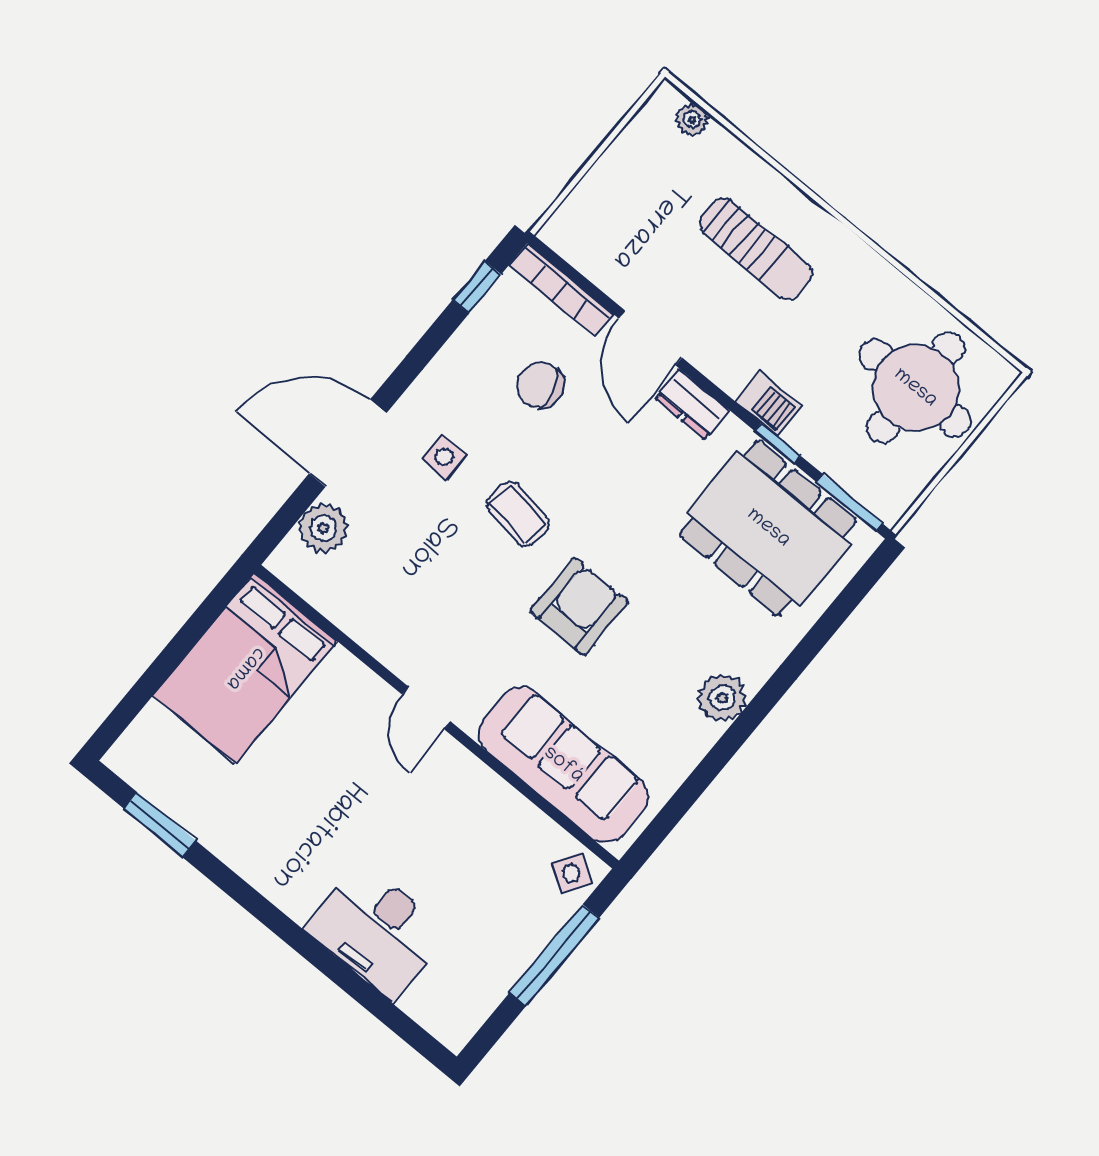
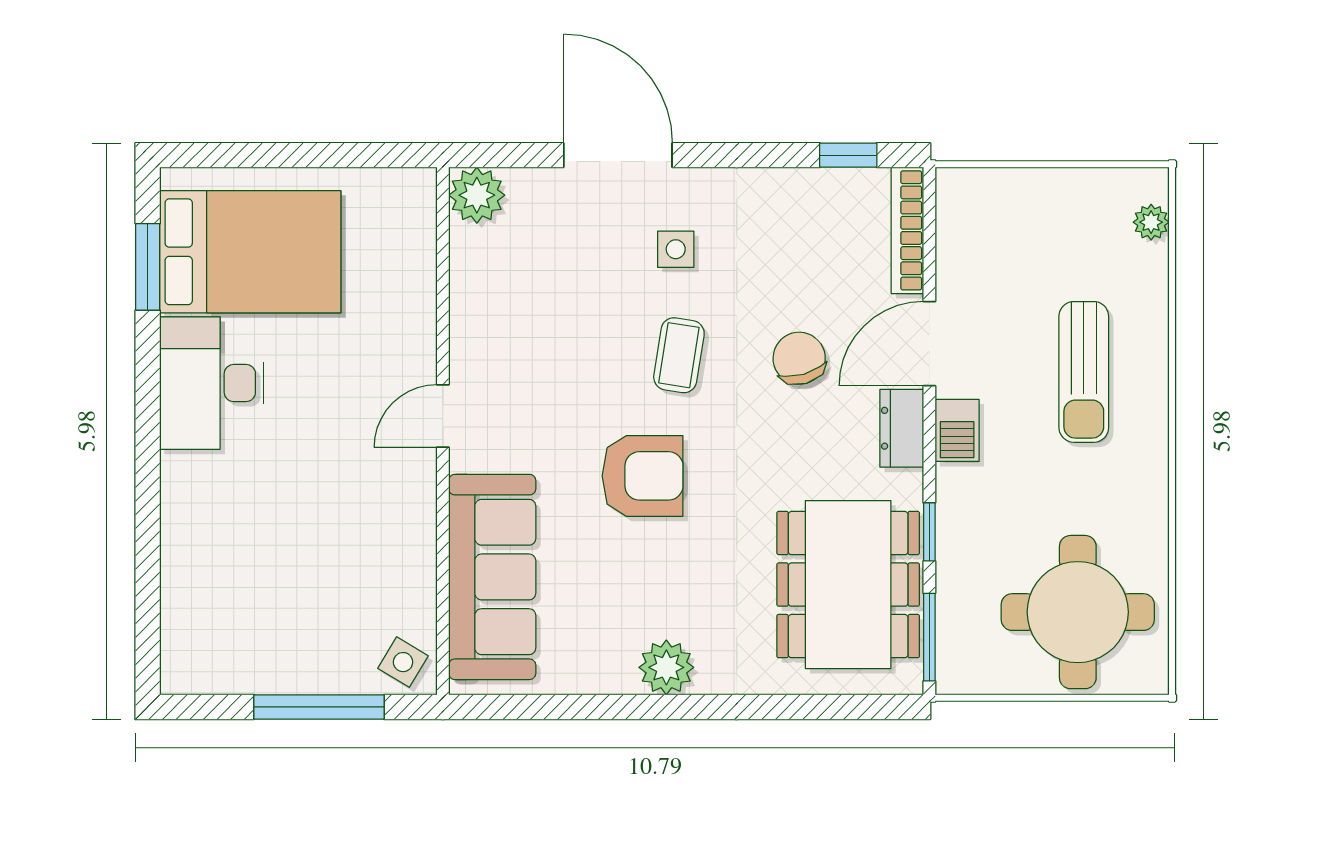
chair: (540, 385) -> (799, 358), moved
barbecue: (768, 404) -> (957, 430), moved
plant: (323, 528) -> (477, 195), moved
bed: (245, 668) -> (250, 252), moved, turned 180
desk: (377, 931) -> (212, 383), moved

